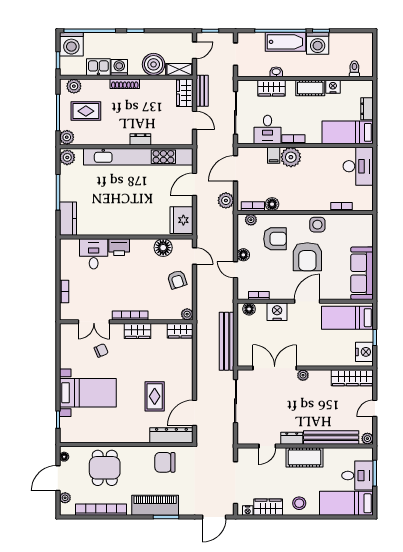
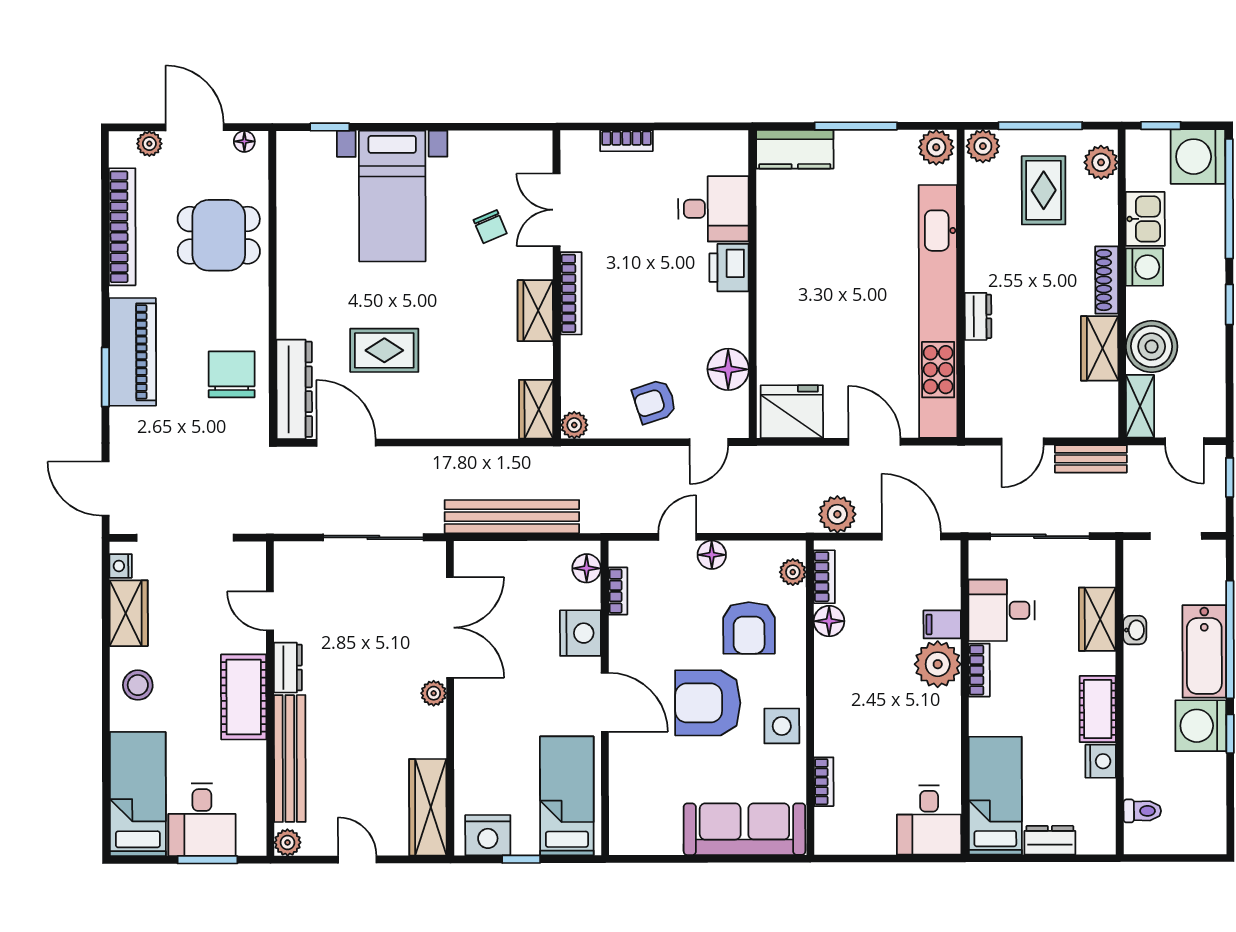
wardrobe: (185, 93) -> (1100, 348), moved, turned -90
desk: (358, 166) -> (929, 820), width x0.73
sofa: (362, 273) -> (744, 829), moved

